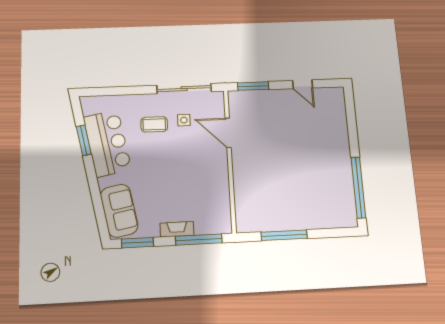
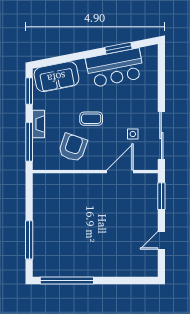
coffee table: (154, 124) -> (91, 119), moved, turned 90
armchair: (203, 188) -> (73, 148), added
window: (284, 235) -> (29, 240), moved

